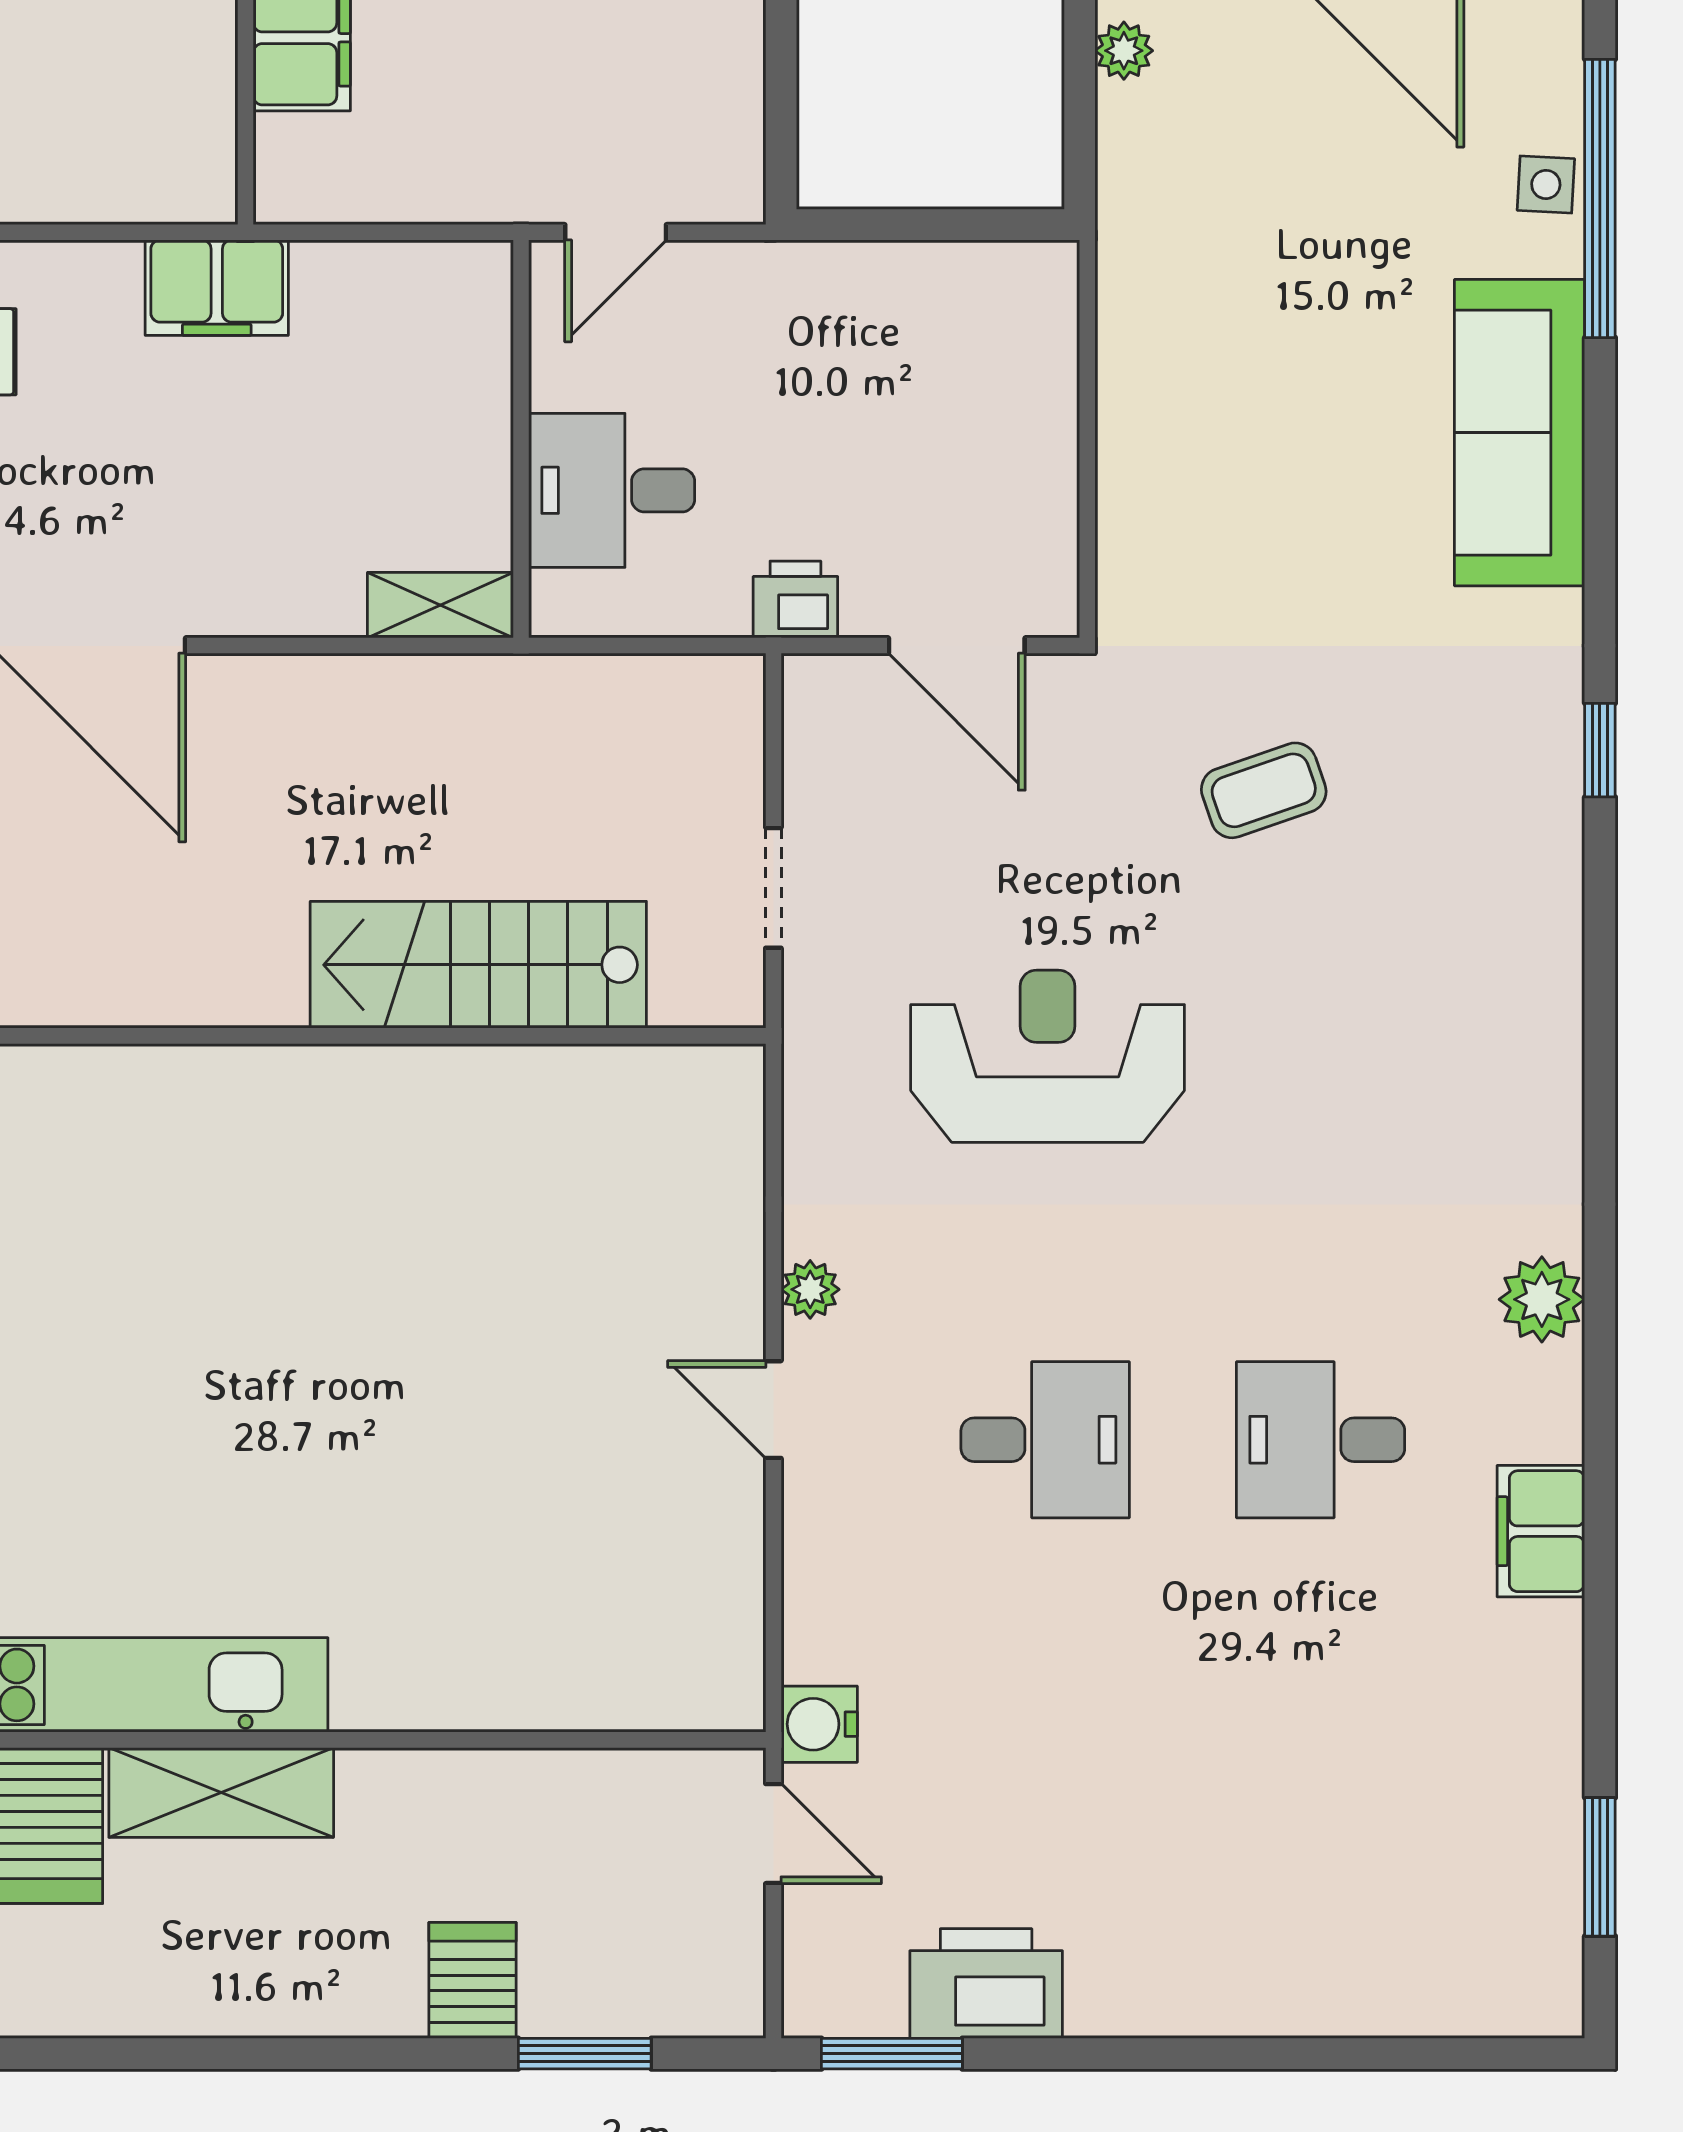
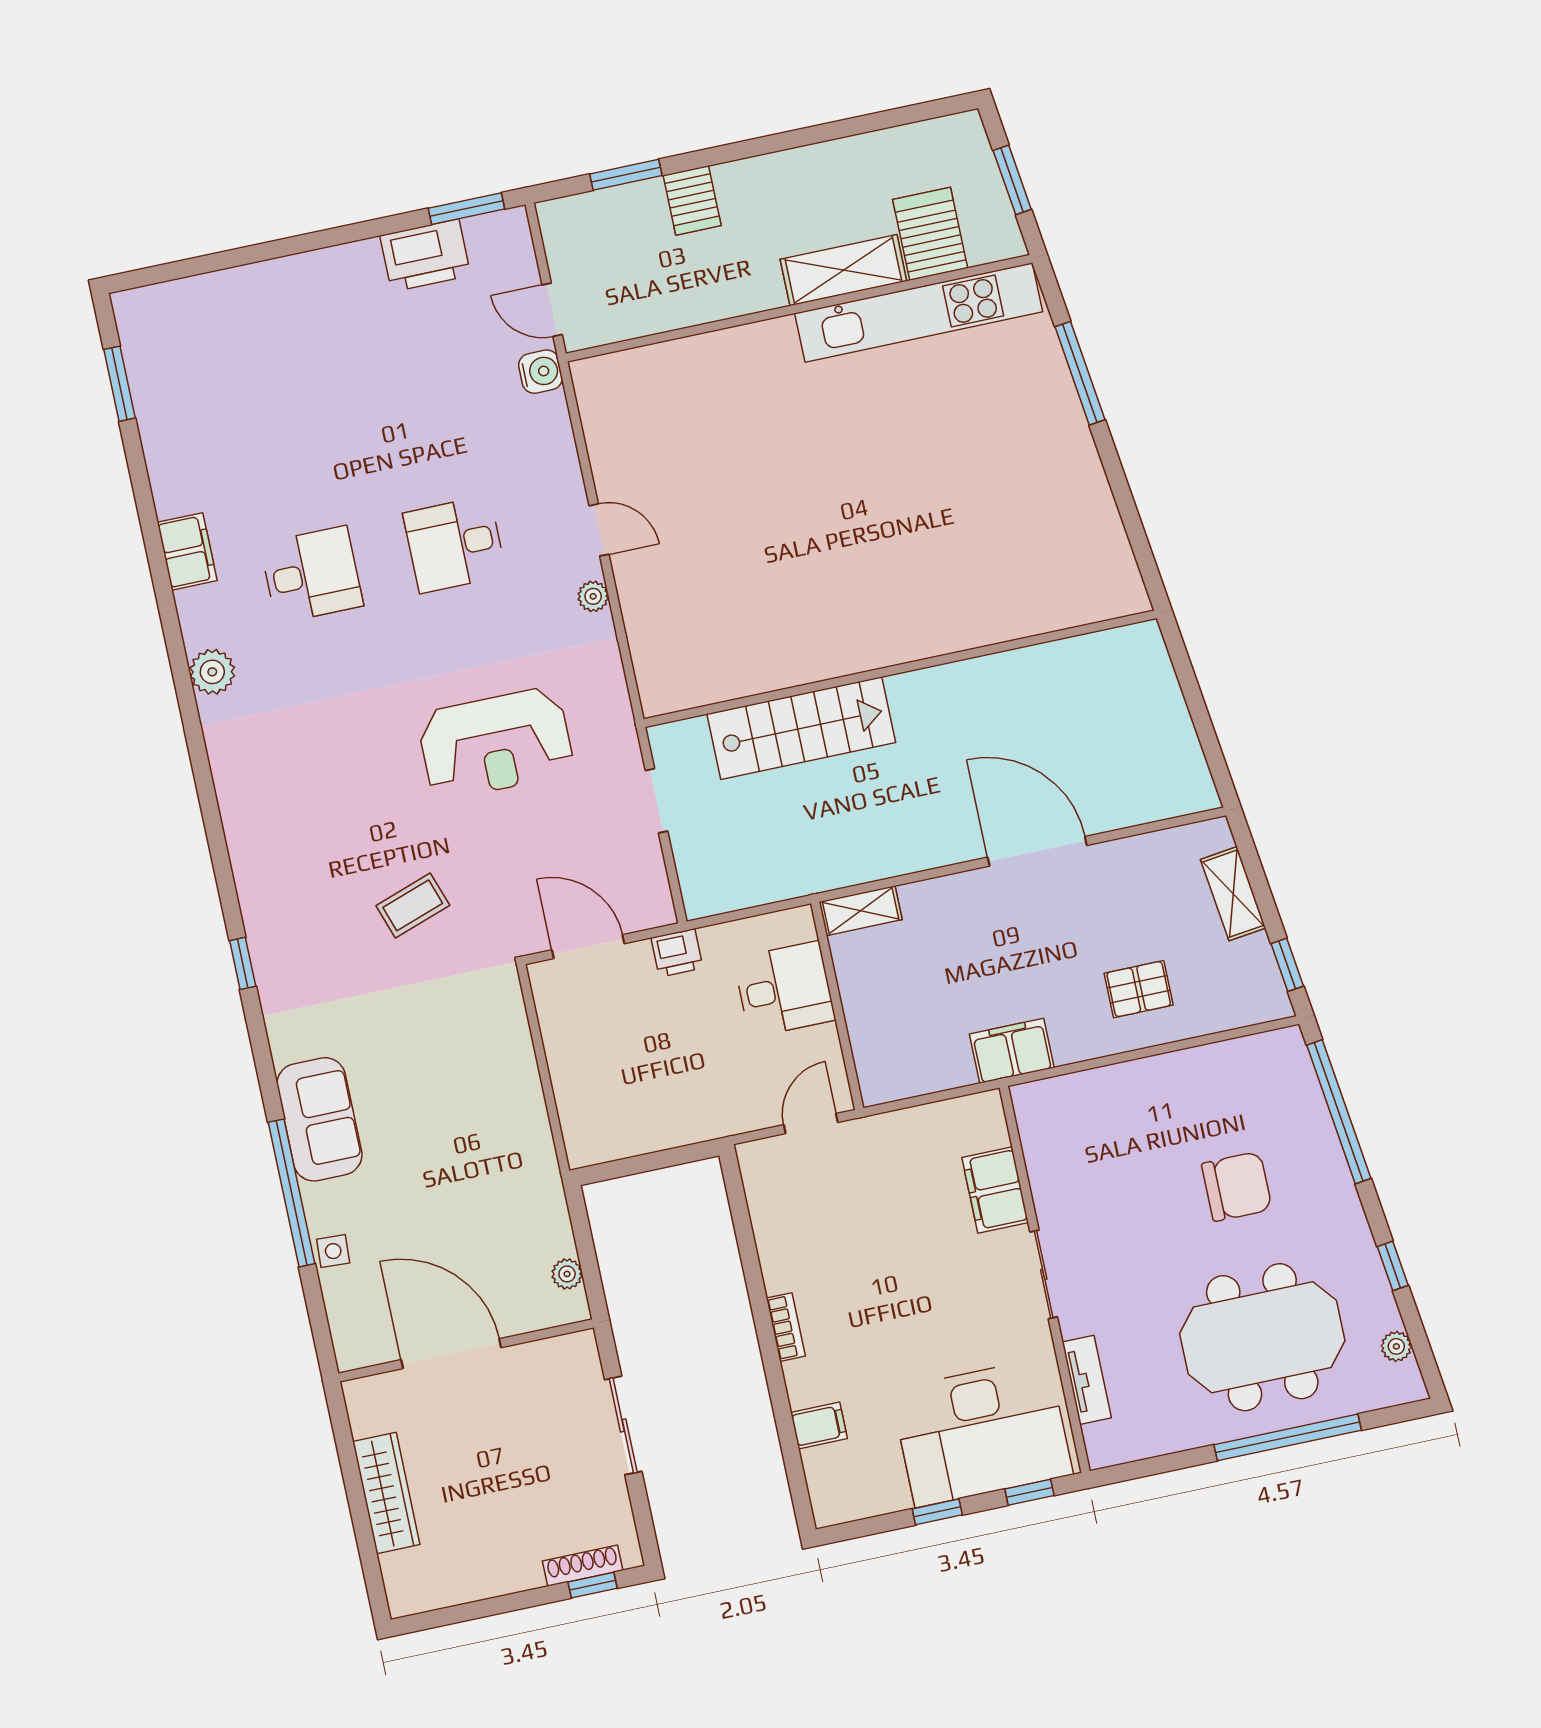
window: (1600, 198) -> (291, 1193), moved
sofa: (1520, 433) -> (319, 1119), width x0.73

